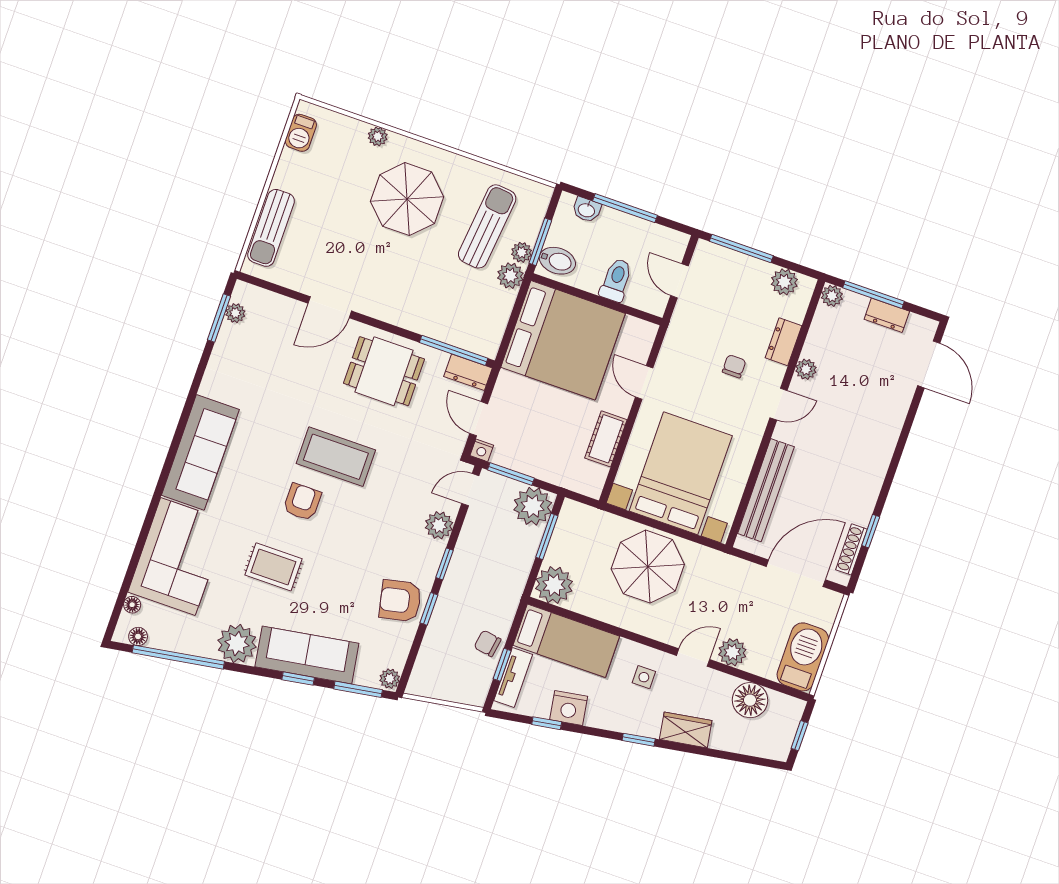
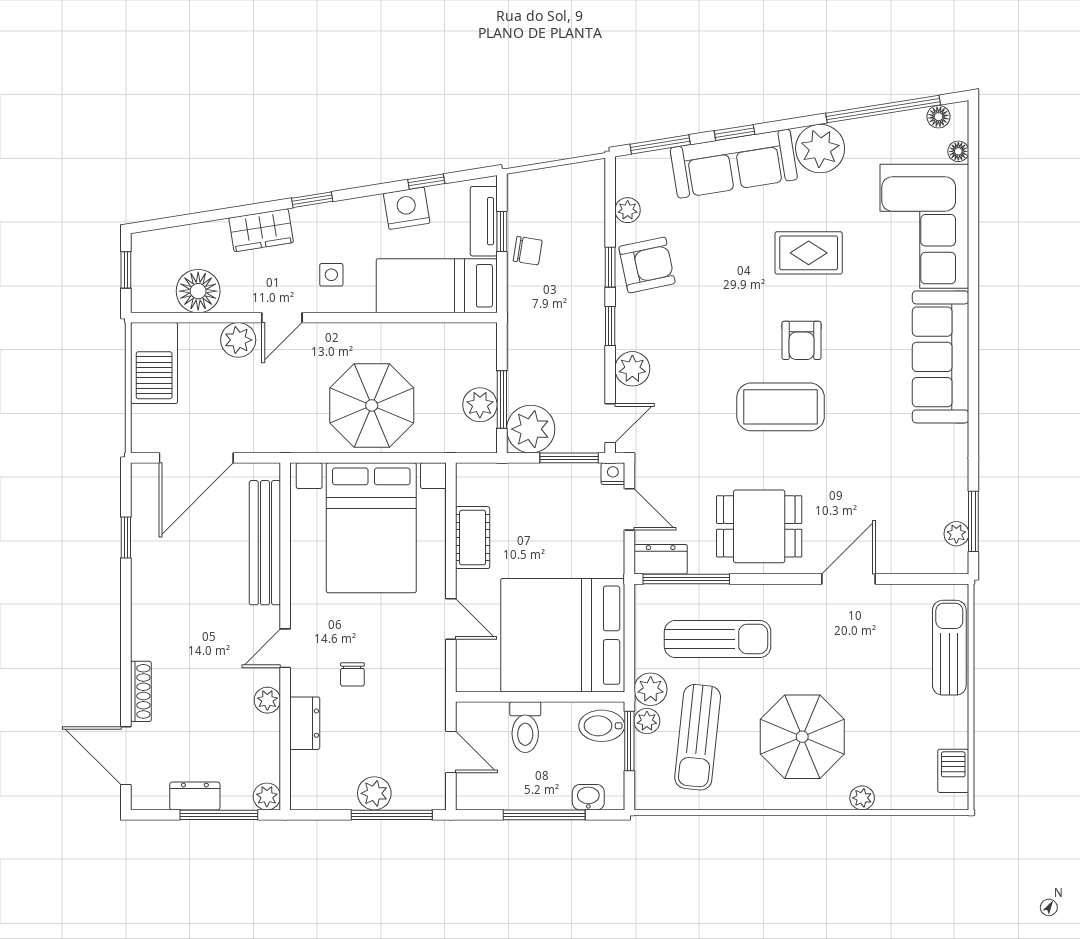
plant: (784, 282) -> (374, 793), moved
sun lounger: (446, 296) -> (718, 639), added
shoe rack: (851, 549) -> (141, 691), moved
plant: (554, 585) -> (480, 405), moved, width x0.73, depth x0.73
plant: (390, 679) -> (628, 210), moved

